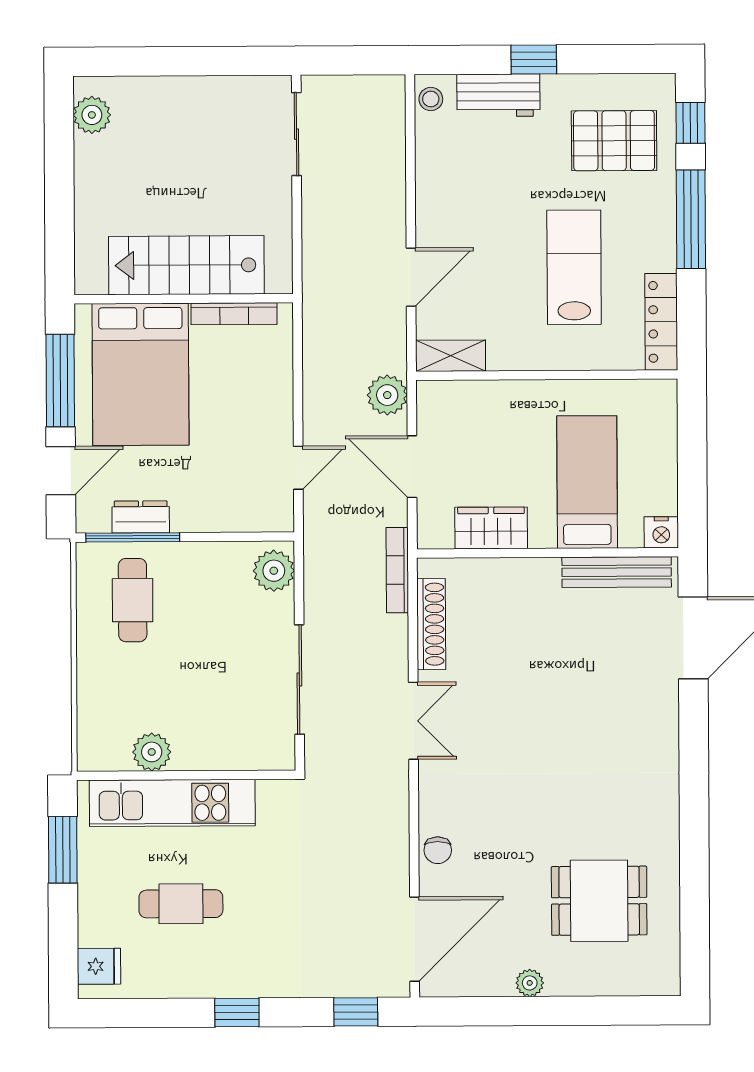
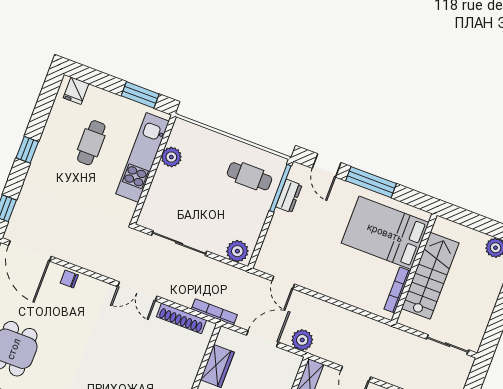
stairs: (186, 265) -> (430, 276), moved
wall: (184, 299) -> (414, 268), moved
bookcase: (234, 314) -> (397, 290), moved
bed: (141, 374) -> (385, 233), moved

